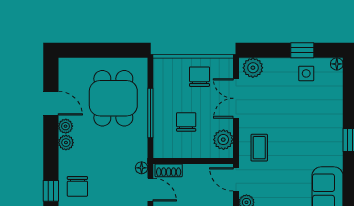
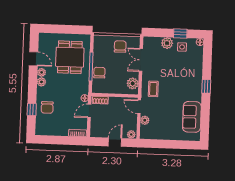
plant: (253, 68) -> (167, 43), moved
chair: (186, 122) -> (99, 73), moved
door: (150, 190) -> (89, 111), swing flipped

